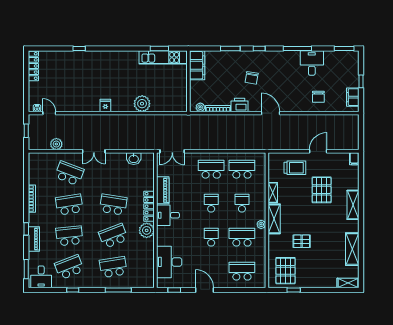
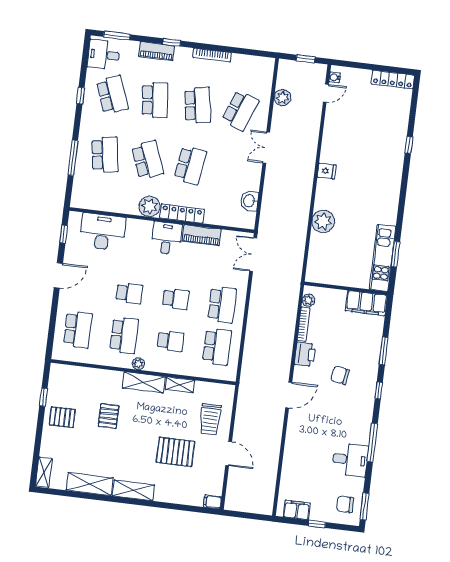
chair: (318, 97) -> (345, 504), moved
shelving: (353, 205) -> (133, 490), moved
pallet: (285, 271) -> (62, 417), moved, width x0.67, depth x0.71

